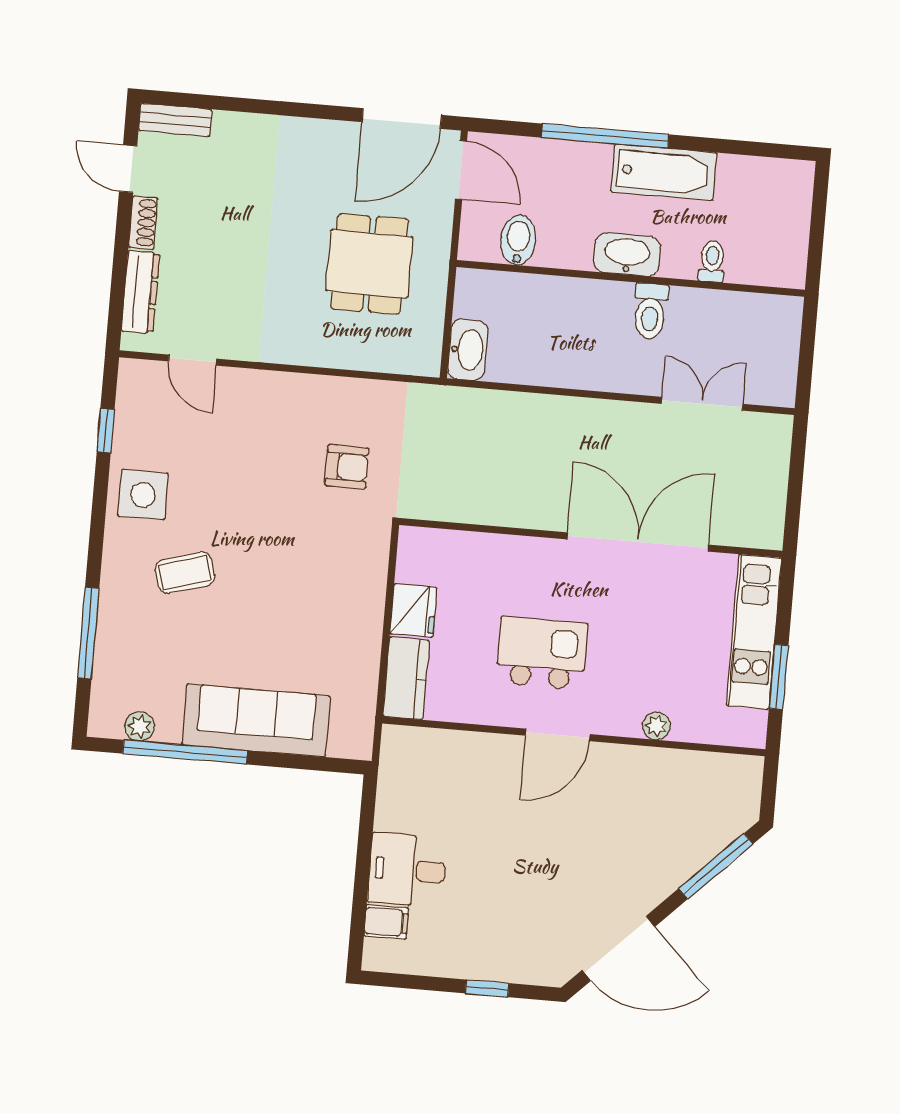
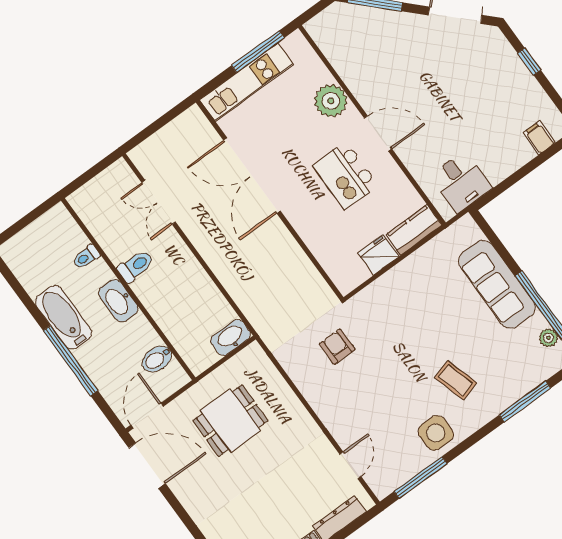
window: (106, 431) -> (421, 478), width x2.17
window: (779, 677) -> (258, 52), width x1.44
plant: (656, 726) -> (331, 101), width x1.88, depth x1.88
desk: (407, 870) -> (461, 182), moved

